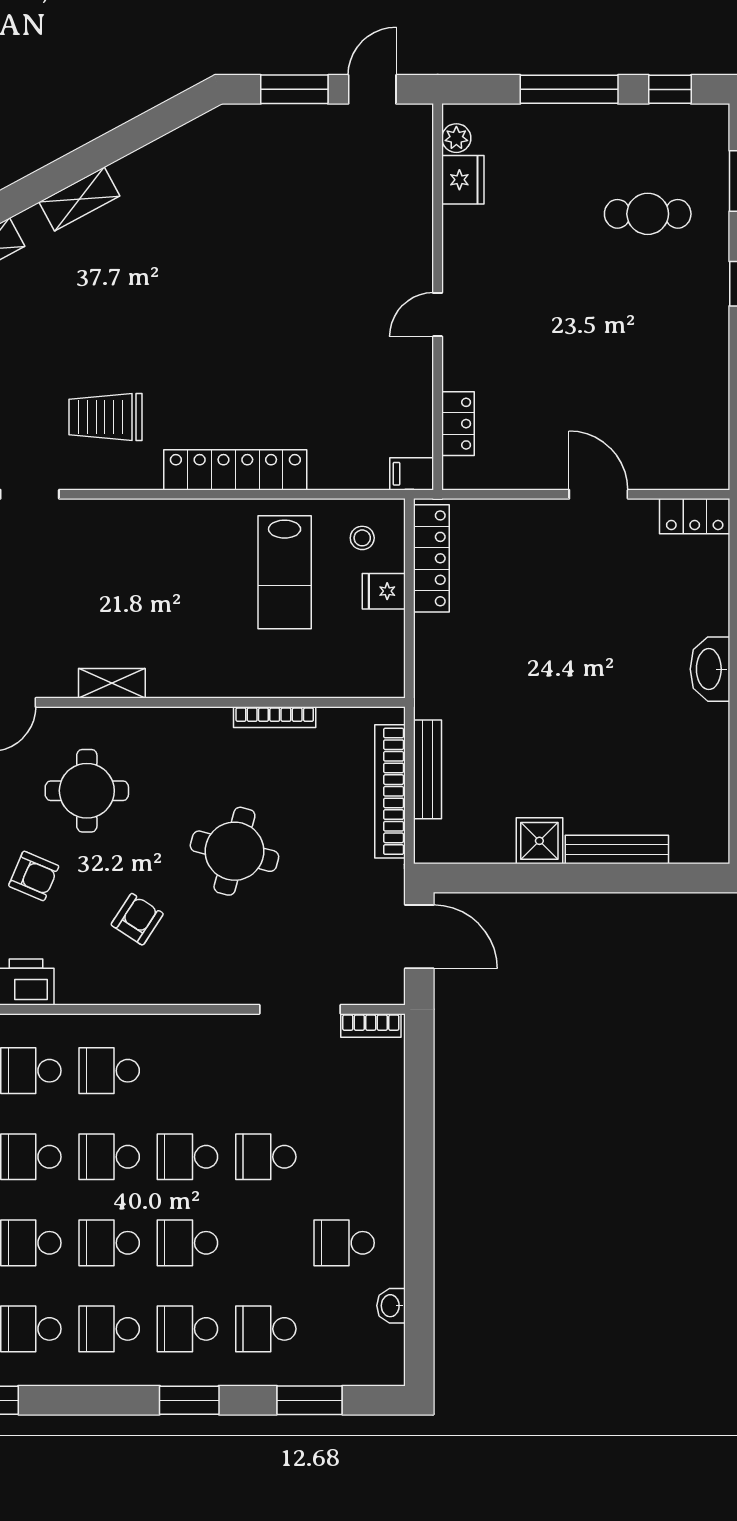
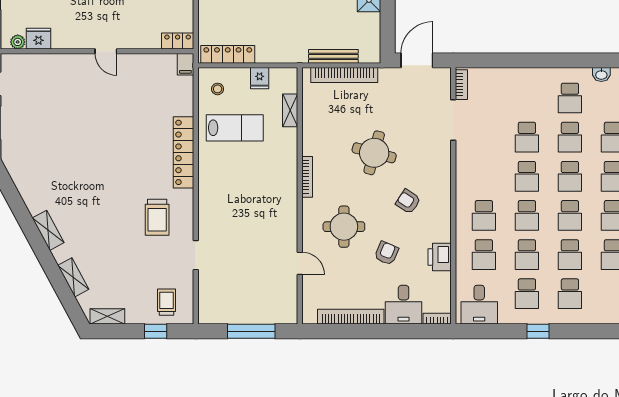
locker: (458, 424) -> (178, 41), moved
fridge: (384, 591) -> (260, 78), moved
shelving: (112, 683) -> (290, 110), moved
bookcase: (275, 717) -> (307, 177), moved
school desk: (266, 1243) -> (570, 137), added

